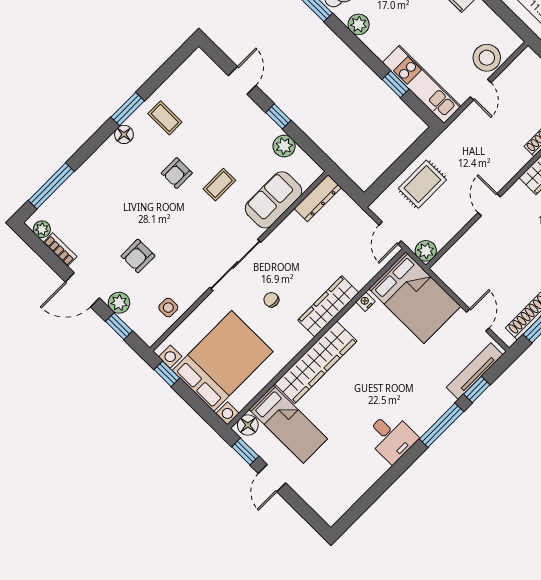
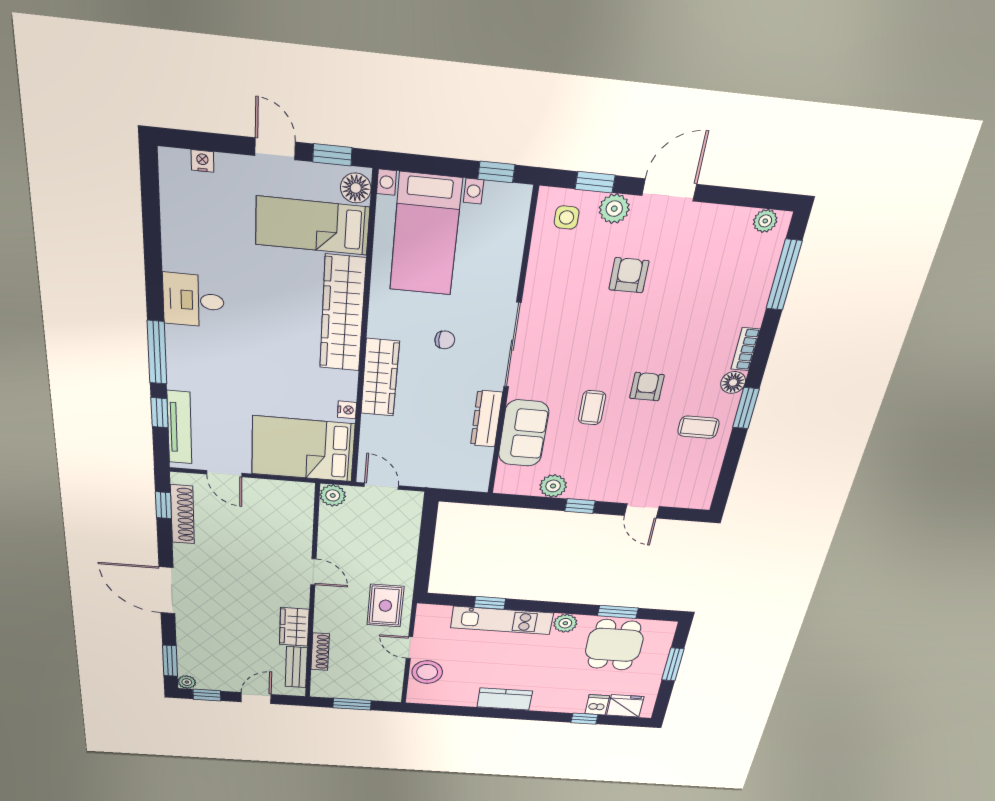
kitchen unit: (422, 84) -> (502, 620), moved
rug: (422, 184) -> (385, 606), moved
dresser: (318, 198) -> (486, 419), moved
bookcase: (60, 249) -> (745, 349), moved, turned 90
side table: (168, 308) -> (567, 217), moved
bed with nightstands: (223, 361) -> (426, 235), width x0.73
nightstand: (315, 503) -> (202, 161), added

